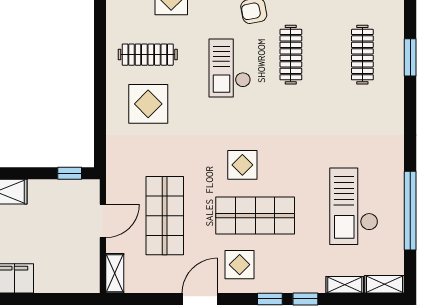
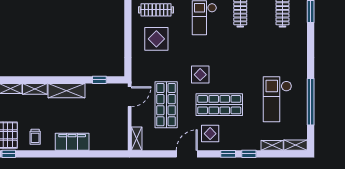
display table: (242, 165) -> (200, 75), moved
window: (70, 173) -> (99, 80), moved
door: (103, 221) -> (130, 97), moved

